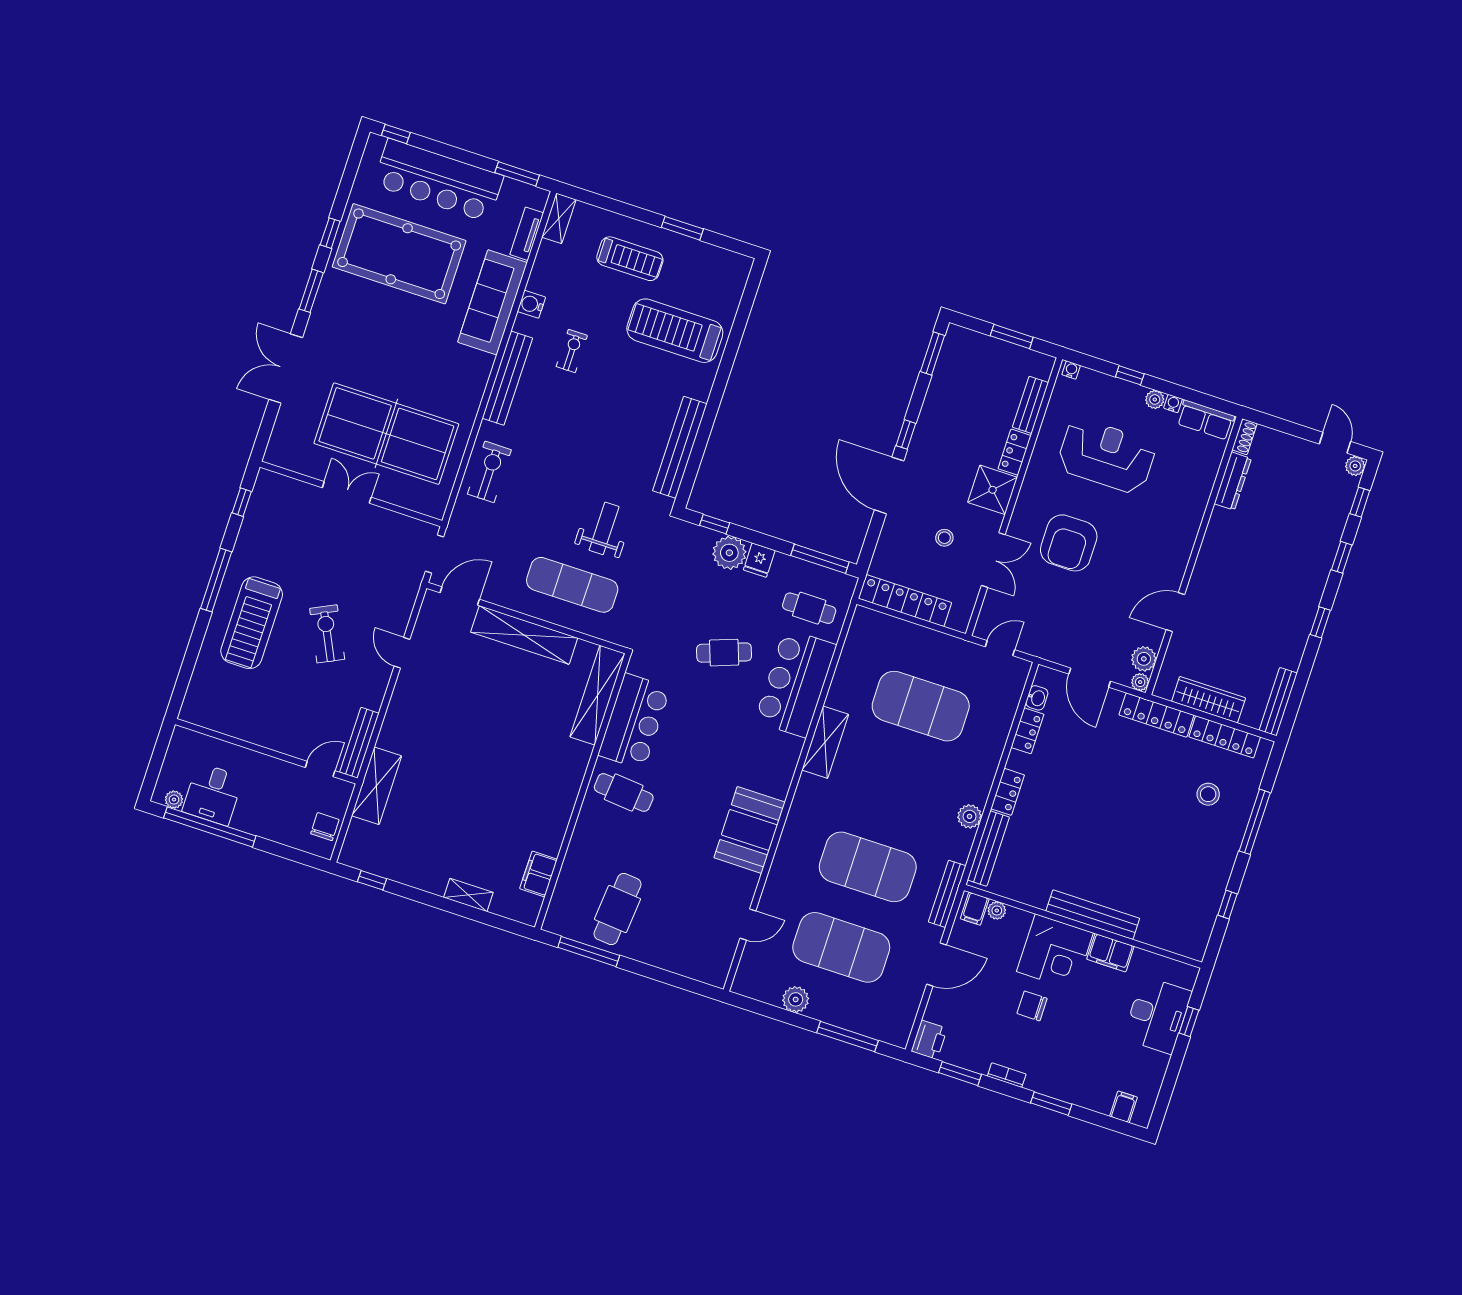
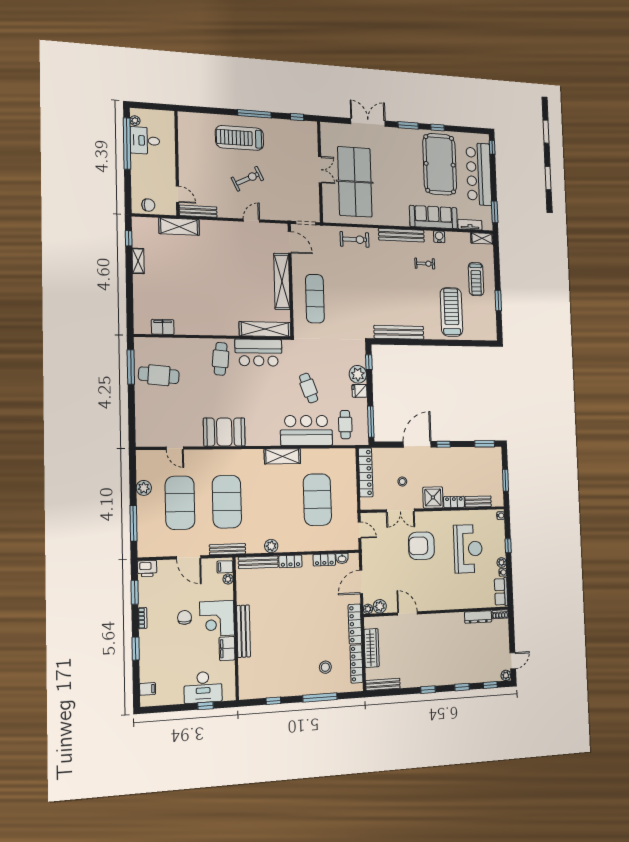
weight bench: (604, 528) -> (348, 306), removed
shelving: (468, 895) -> (138, 261), moved

